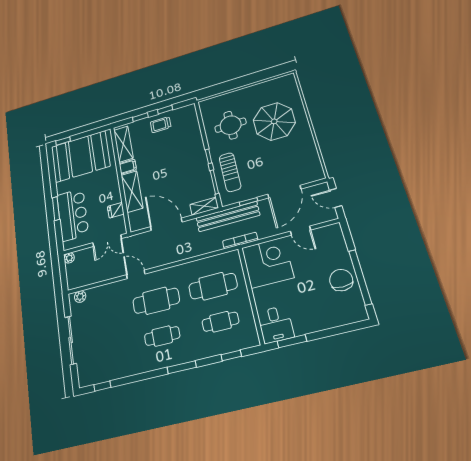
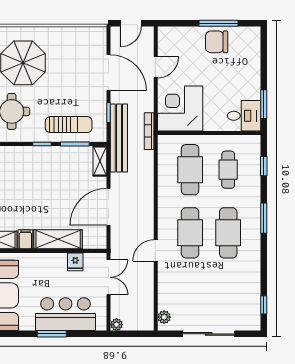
window: (360, 277) -> (218, 23), width x0.68
cafe table: (162, 336) -> (228, 233), width x1.37, depth x1.35

